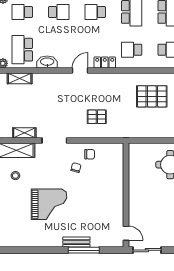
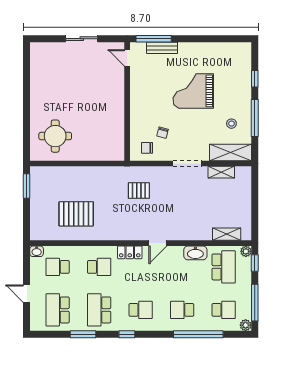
wall: (126, 195) -> (127, 101), moved
door: (126, 233) -> (127, 58), moved

